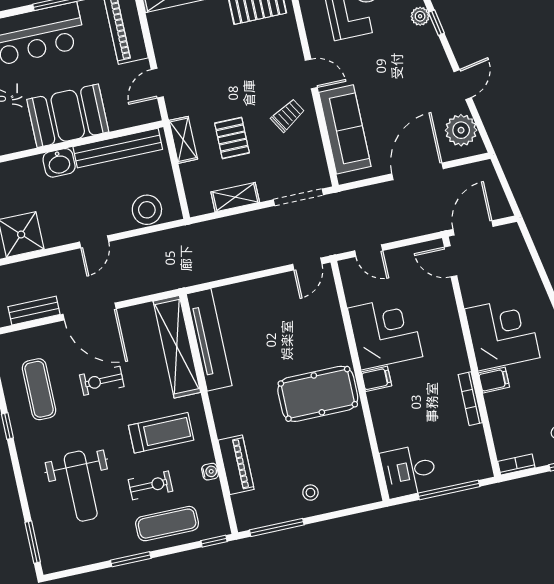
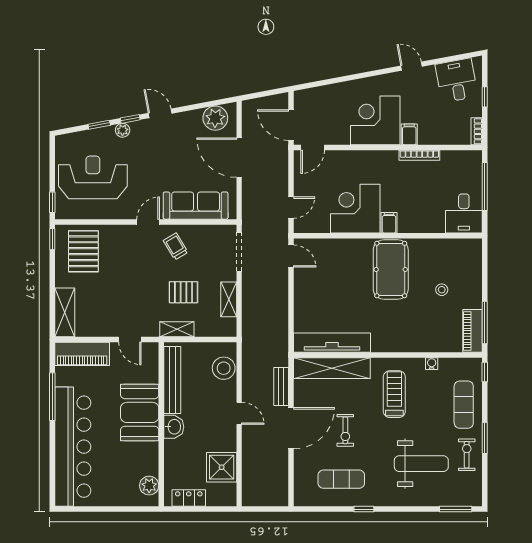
door: (463, 85) -> (160, 113), moved
bench: (34, 311) -> (281, 387), moved
piano: (236, 465) -> (472, 331), moved, turned -90
exercise bike: (151, 485) -> (467, 455), moved
stool: (310, 493) -> (442, 290), moved

